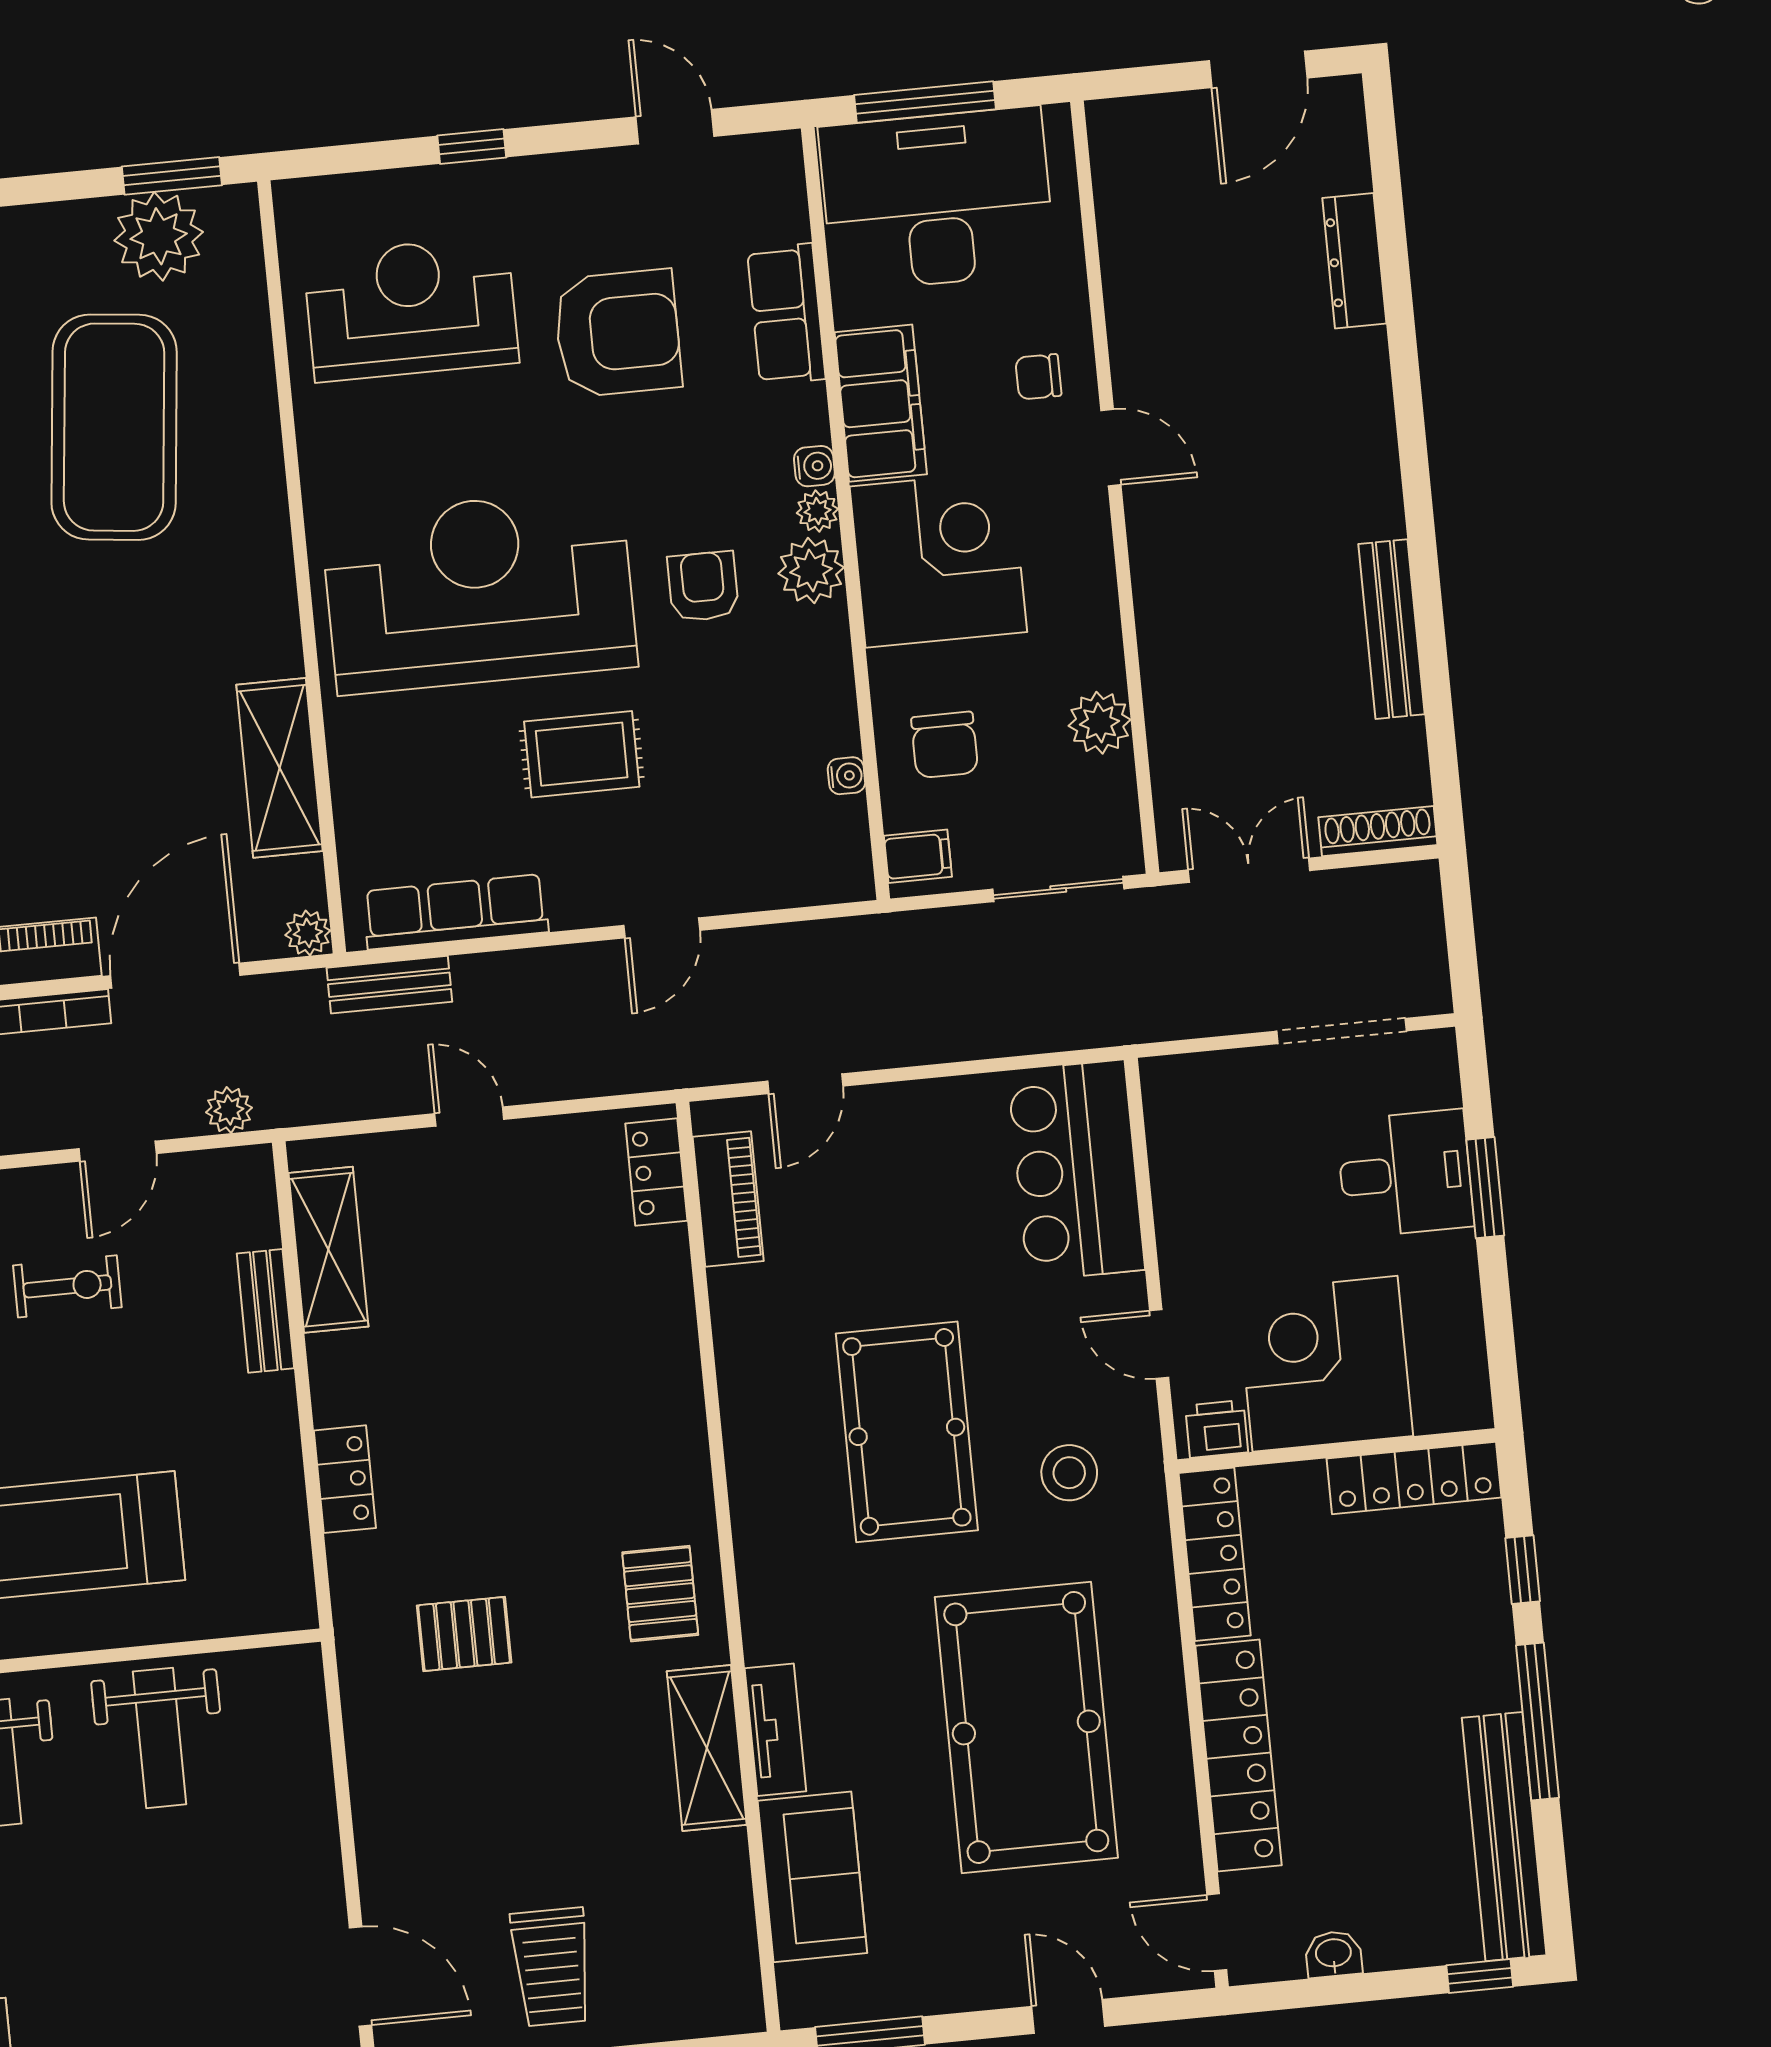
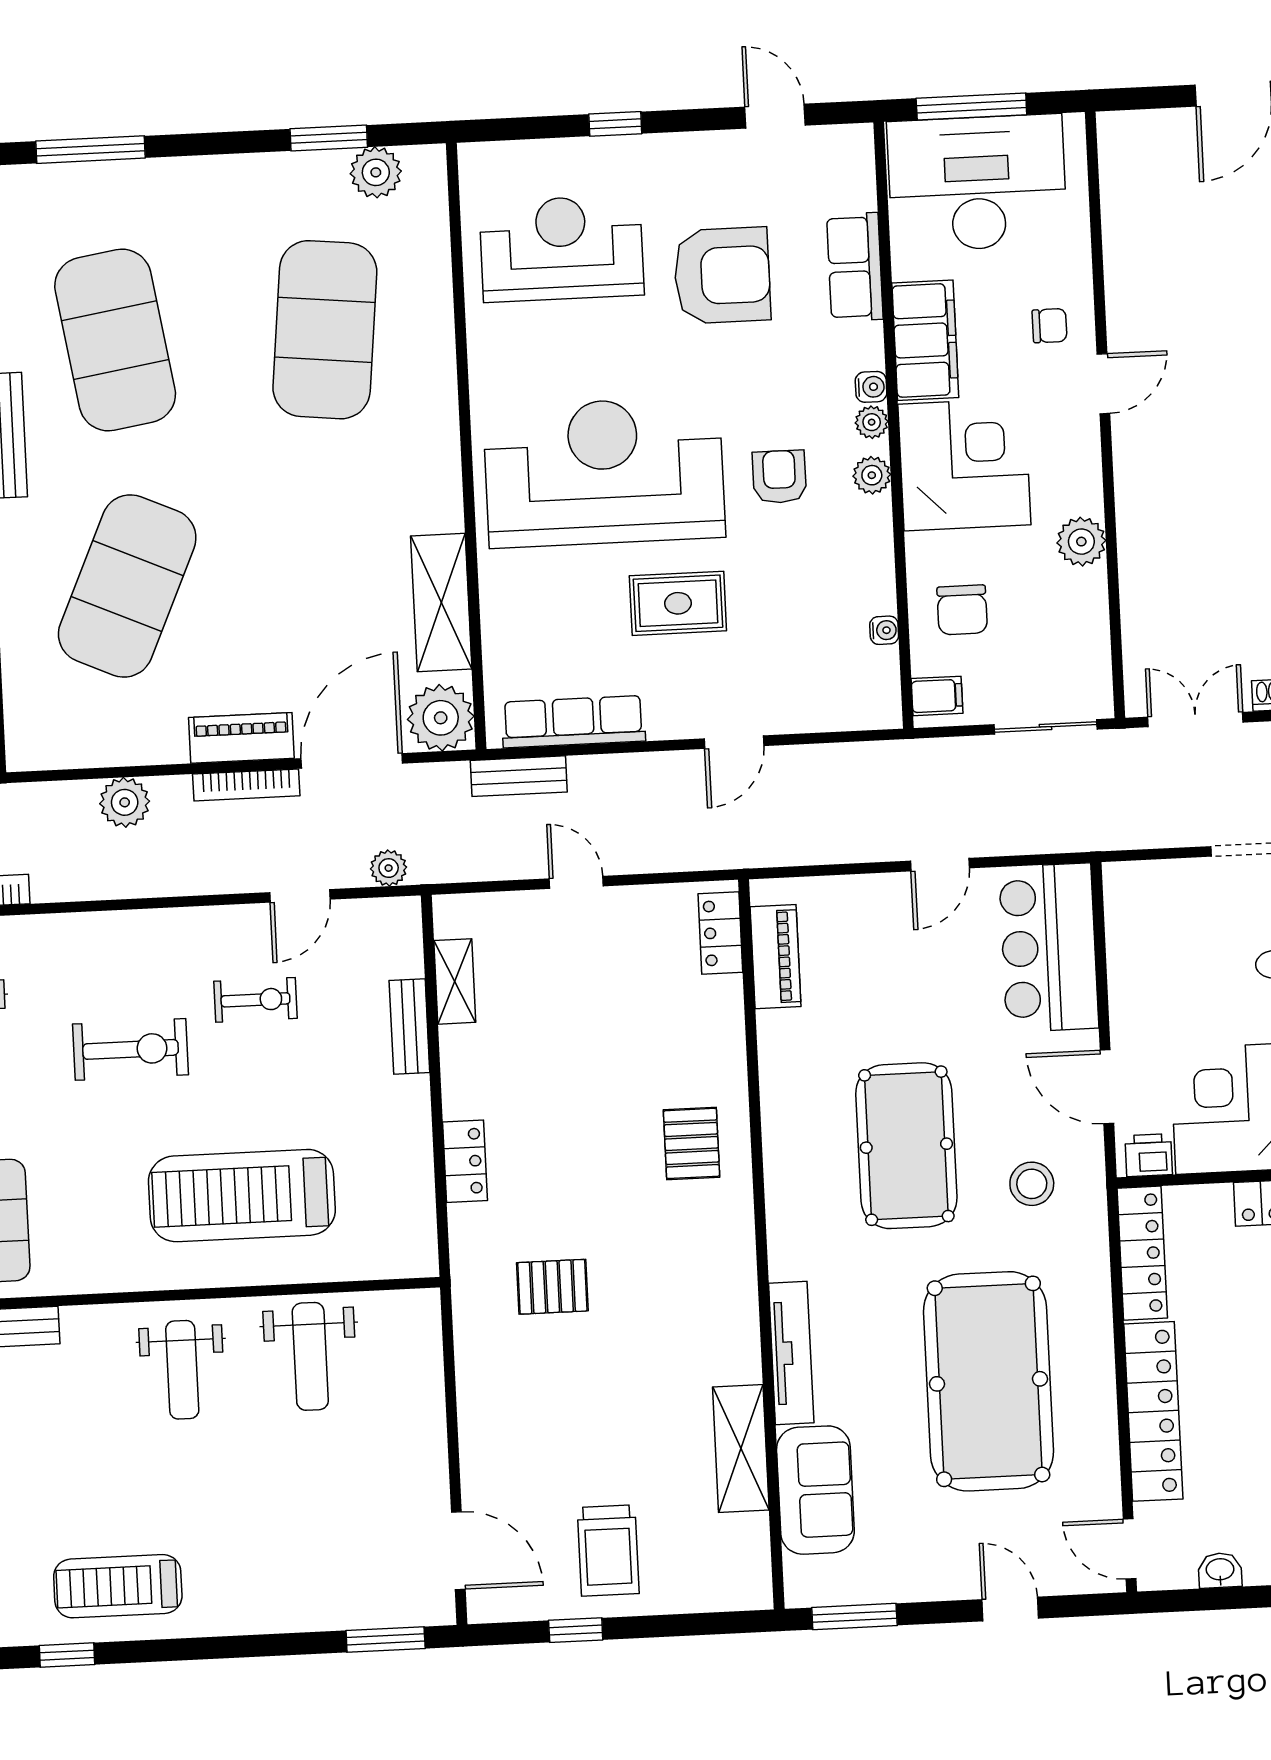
window: (172, 176) -> (329, 138), moved
plant: (159, 236) -> (376, 172), width x0.73, depth x0.73
chair: (1038, 377) -> (1050, 326), turned 180
door: (1111, 447) -> (1103, 384), hinge flipped
plant: (811, 571) -> (872, 475), width x0.73, depth x0.73
plant: (1100, 723) -> (1081, 542), moved
plant: (308, 933) -> (441, 718), width x1.87, depth x1.87
door: (805, 1084) -> (940, 865), moved
shelving: (328, 1250) -> (455, 981), width x0.67, depth x0.75
door: (1159, 1344) -> (1107, 1087), width x1.38
pallet: (660, 1594) -> (692, 1143), moved
tv unit: (775, 1730) -> (791, 1353), width x1.41
shelving: (707, 1748) -> (741, 1448), moved

